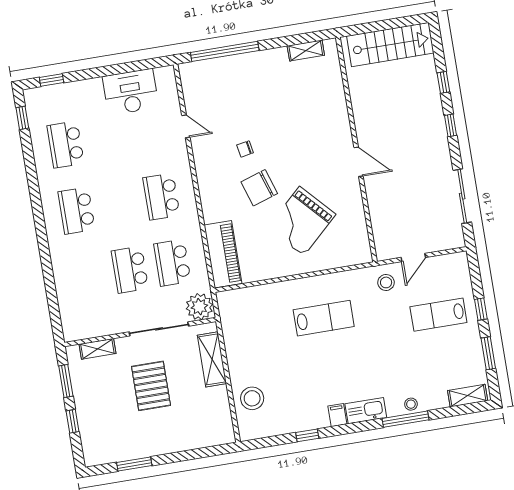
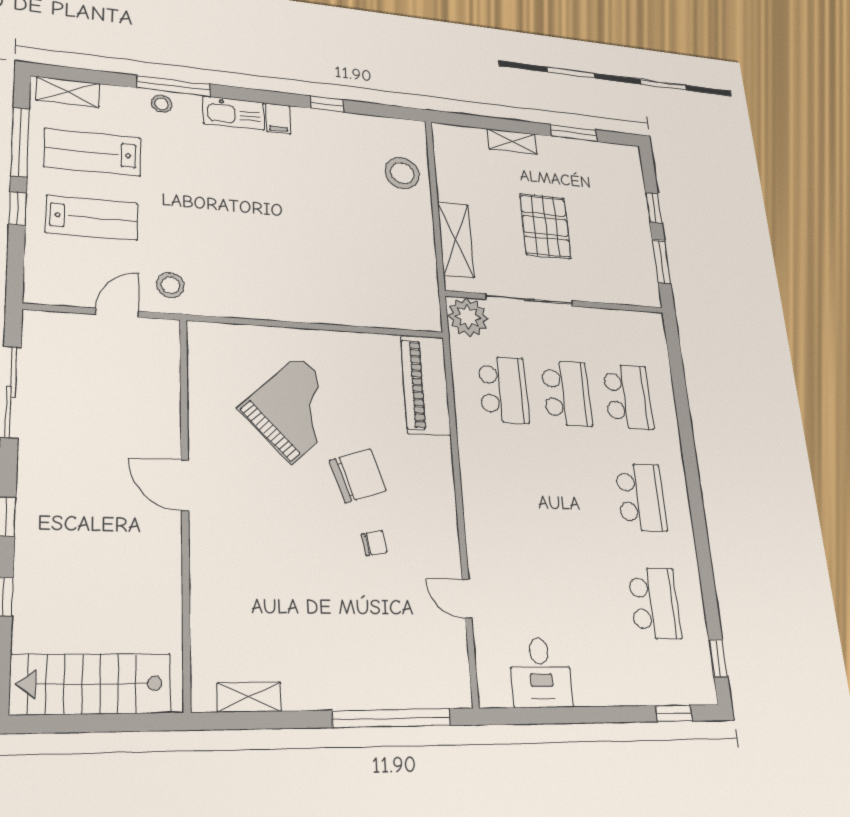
desk: (131, 92) -> (541, 672), width x0.73
school desk: (161, 197) -> (628, 397), moved
lab bench: (324, 318) -> (93, 152), moved
shelving: (97, 349) -> (512, 141), moved
window: (488, 353) -> (20, 142), width x1.44

